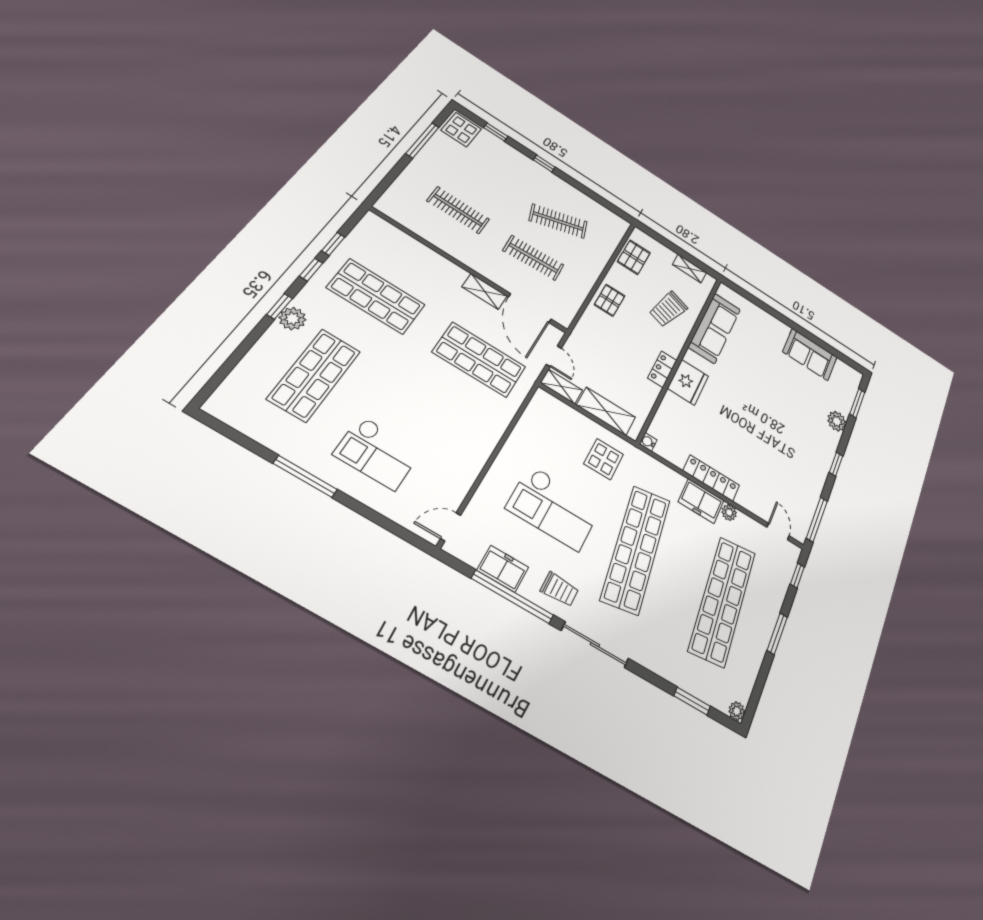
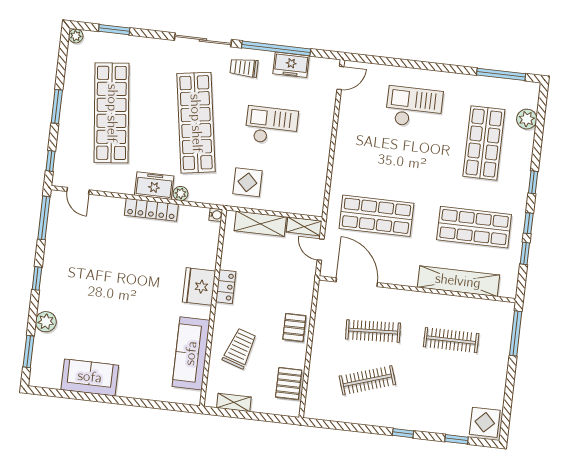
window: (422, 140) -> (516, 333), moved
shelving: (485, 291) -> (458, 281), moved, width x2.20, depth x1.33
plant: (292, 319) -> (527, 119), moved
window: (305, 477) -> (501, 74), moved
checkout: (554, 508) -> (272, 126), width x0.73, depth x0.83
plant: (729, 512) -> (181, 193), moved

